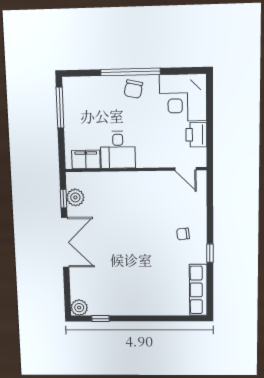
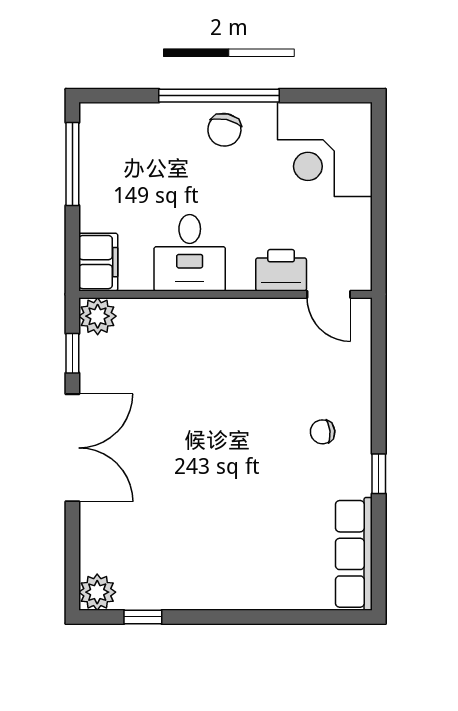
printer: (196, 135) -> (281, 270), moved, turned 90
filing cabinet: (86, 160) -> (98, 262), moved, turned 90
plant: (75, 197) -> (98, 316), moved

